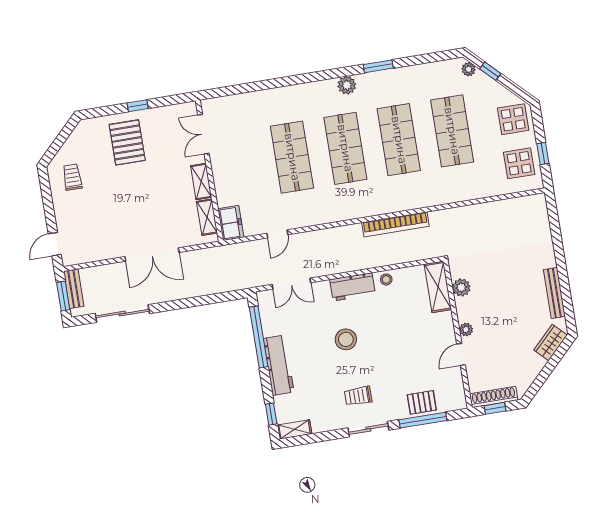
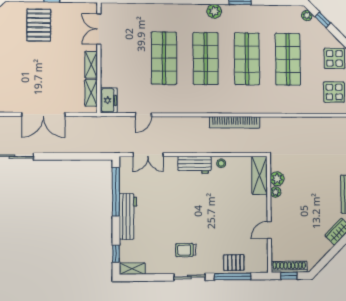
plant: (466, 330) -> (276, 192), moved
stool: (346, 339) -> (183, 205), removed

